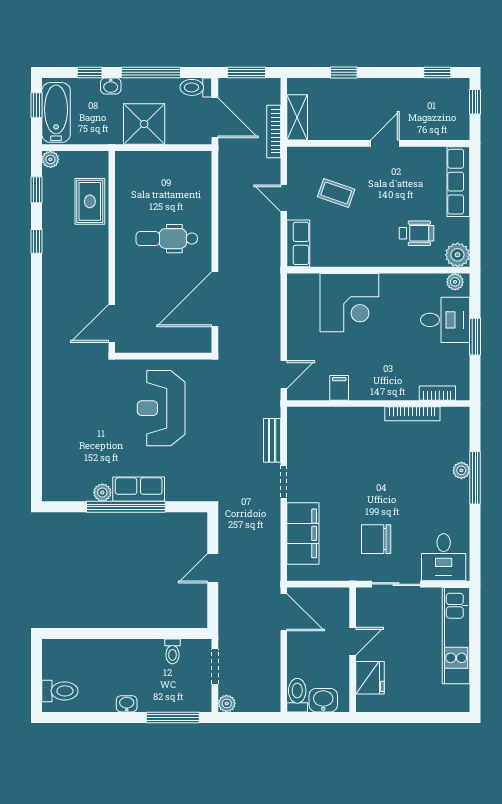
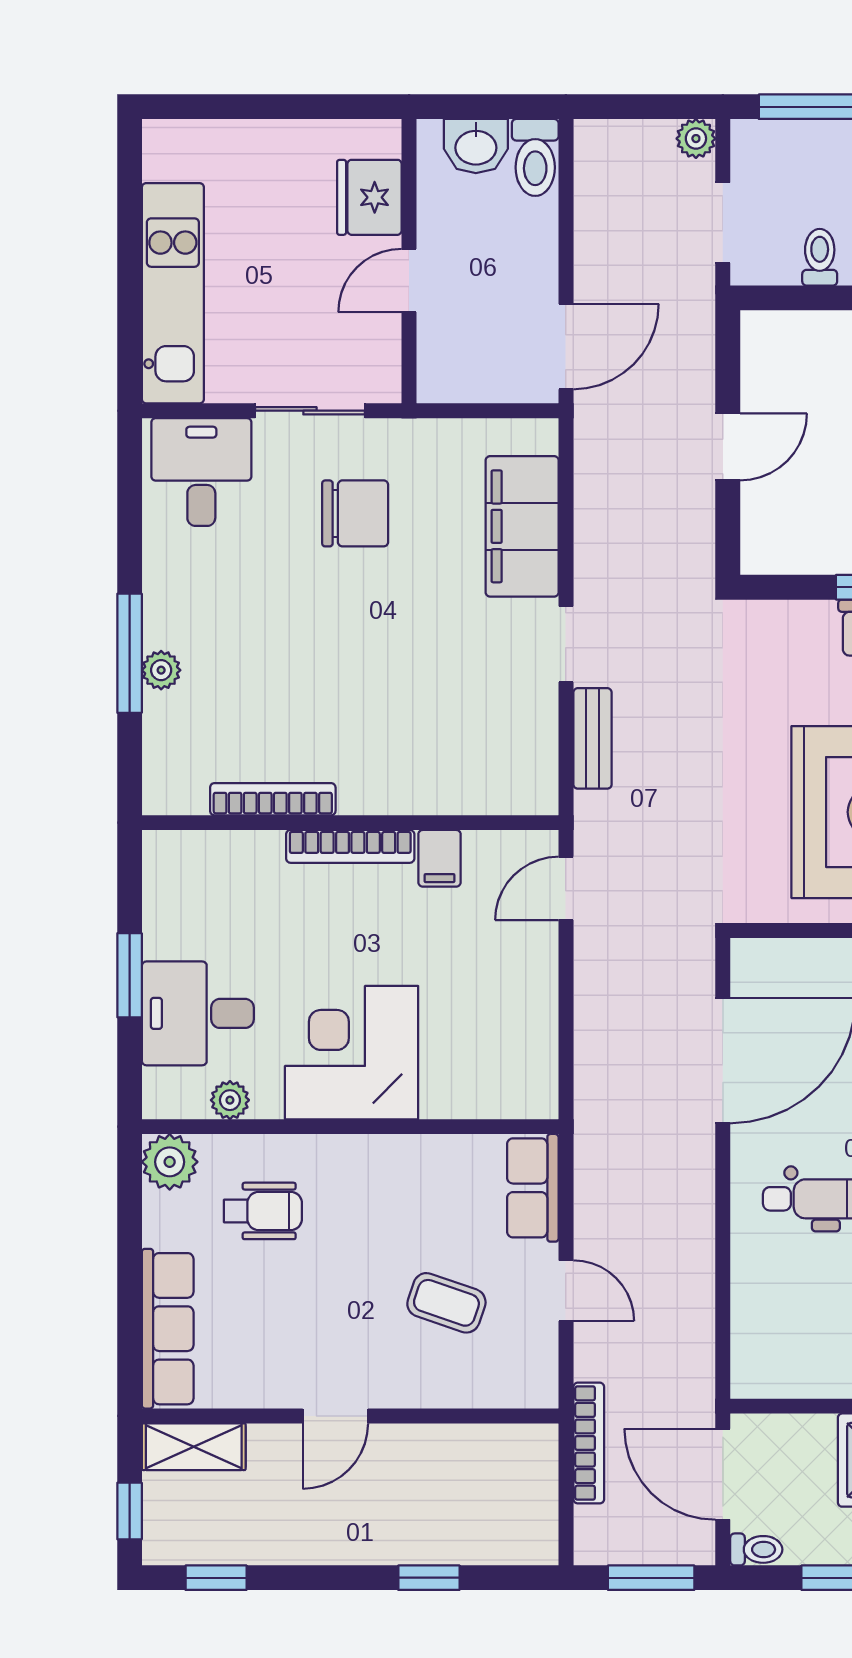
toilet: (196, 87) -> (756, 1549), width x0.73, depth x0.72
shelving: (297, 117) -> (194, 1447), moved, turned 90
wheelchair: (417, 233) -> (263, 1211), turned 180
plant: (455, 282) -> (230, 1100), moved
corner desk: (349, 303) -> (352, 1053), moved
bookcase: (437, 393) -> (350, 846), moved, width x1.56
door: (284, 612) -> (566, 347), swing flipped

